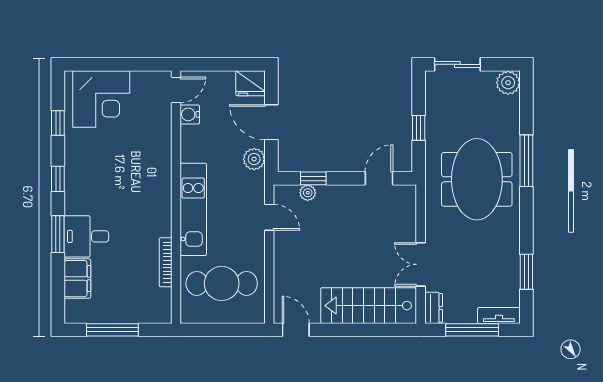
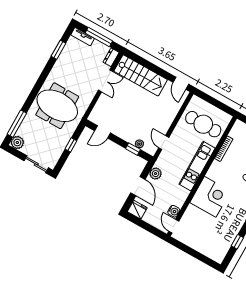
door: (176, 90) -> (174, 226), hinge flipped
corner desk: (101, 99) -> (210, 197), moved, turned 90
window: (526, 161) -> (17, 124), moved
meeting table: (477, 179) -> (57, 106), turned 90

